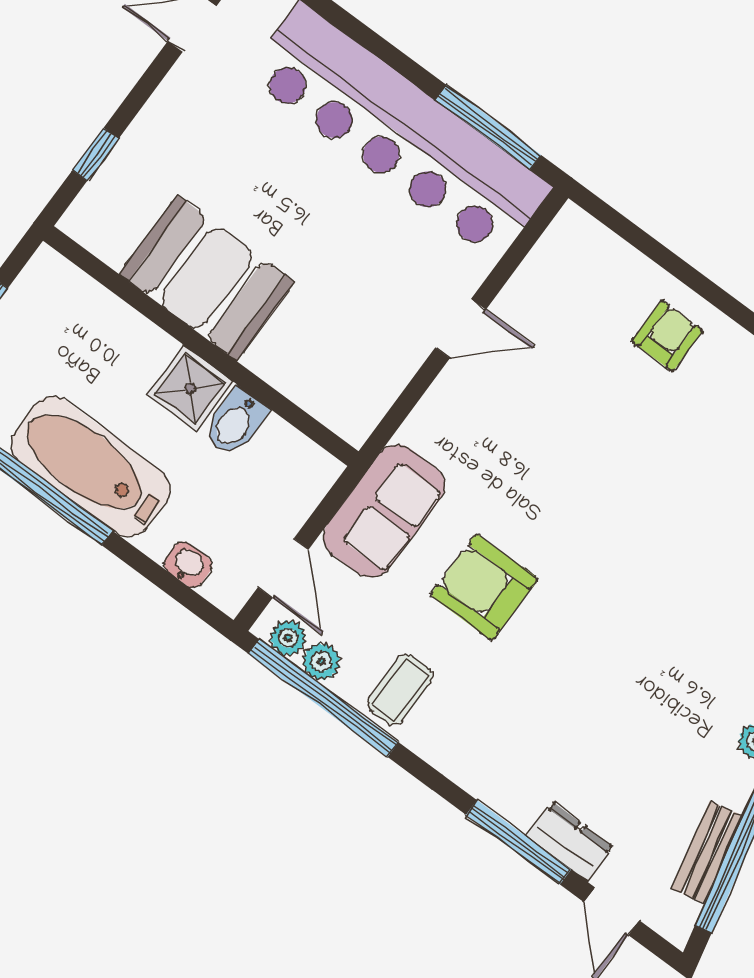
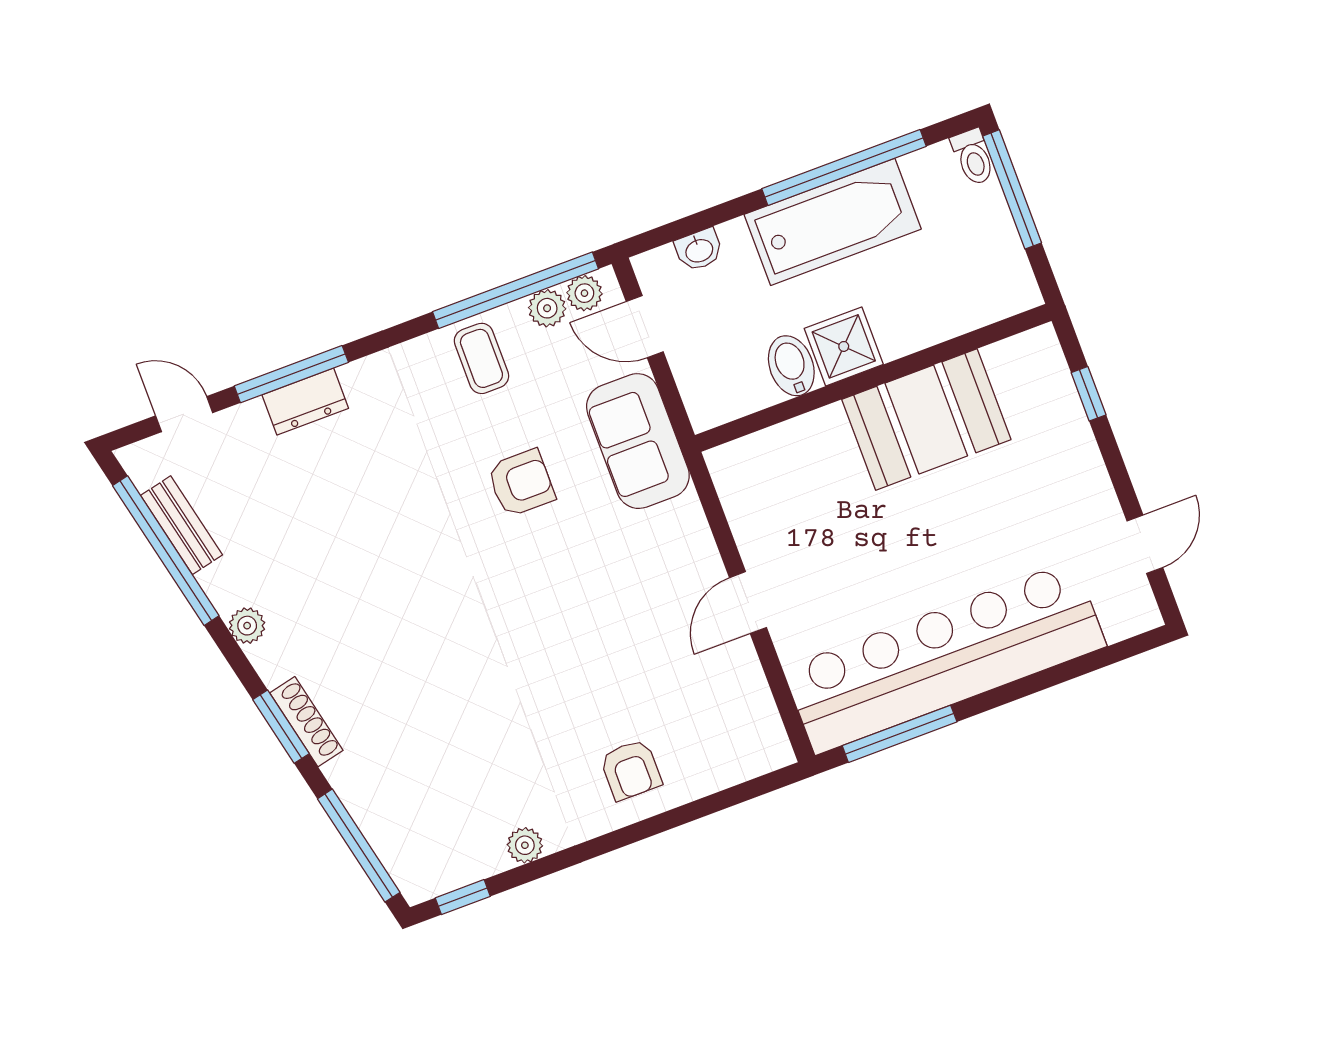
armchair: (484, 587) -> (521, 483), width x0.72, depth x0.72
dresser: (570, 842) -> (305, 402), moved

